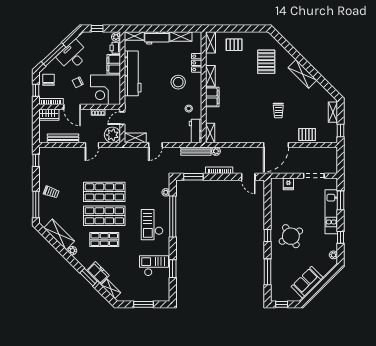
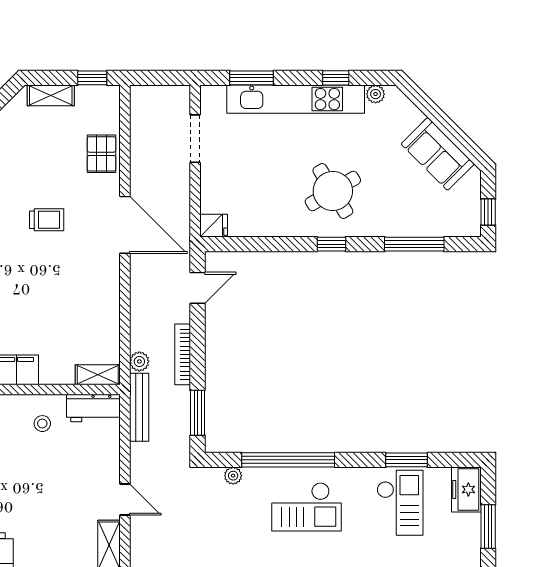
fridge: (288, 184) -> (214, 226), moved
kitchen unit: (331, 212) -> (296, 99), width x1.36
checkout: (154, 266) -> (400, 503), turned 180
freezer: (160, 295) -> (466, 489), added

